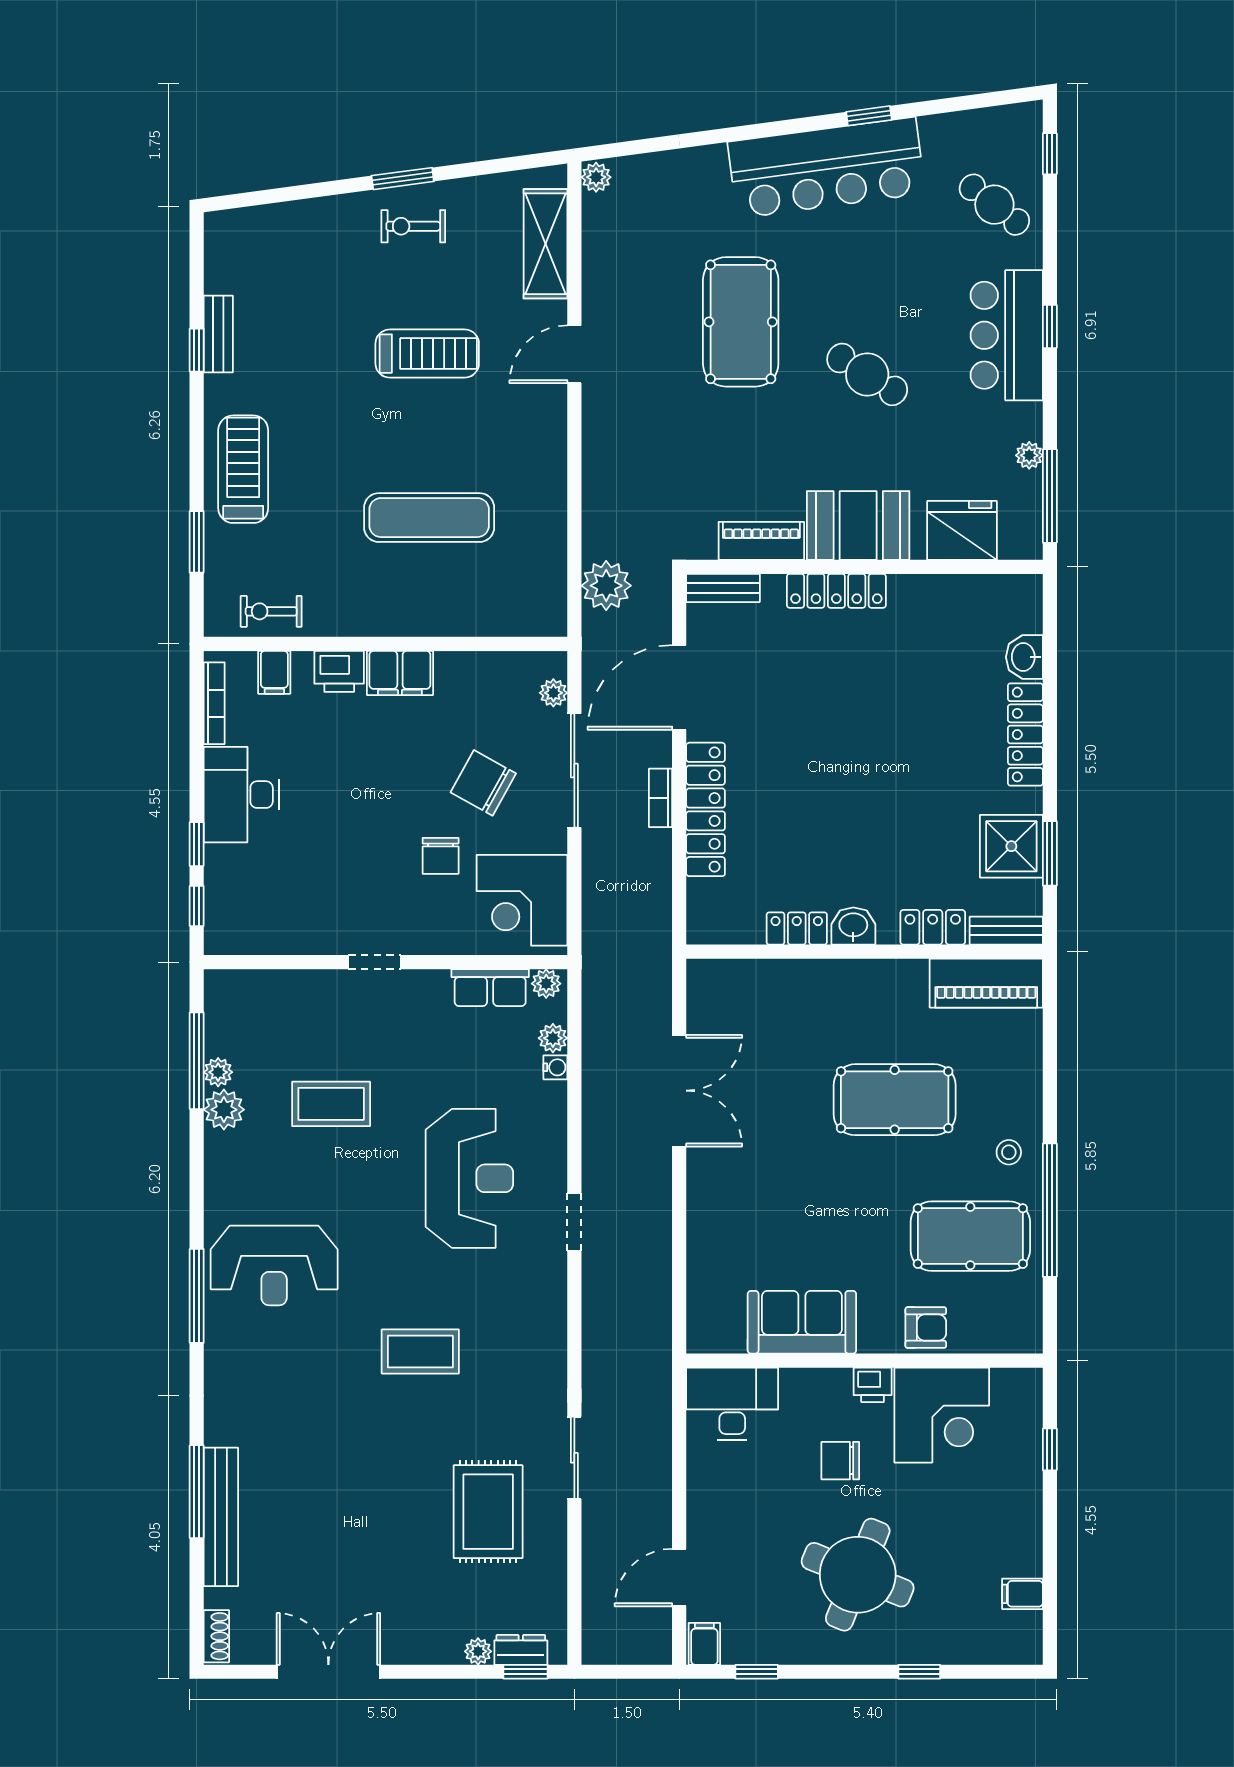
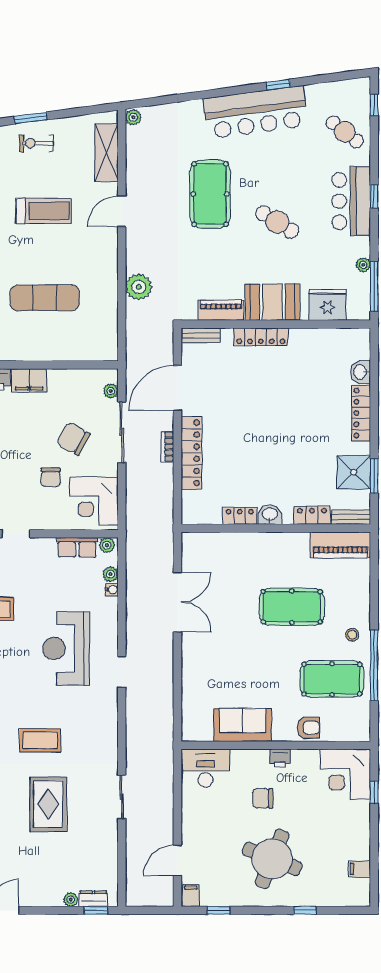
plant: (606, 586) -> (139, 287), moved
reception desk: (469, 1178) -> (66, 649), turned 180
corner desk: (942, 1415) -> (345, 774), moved, turned 90
rug: (488, 1512) -> (48, 804), moved

